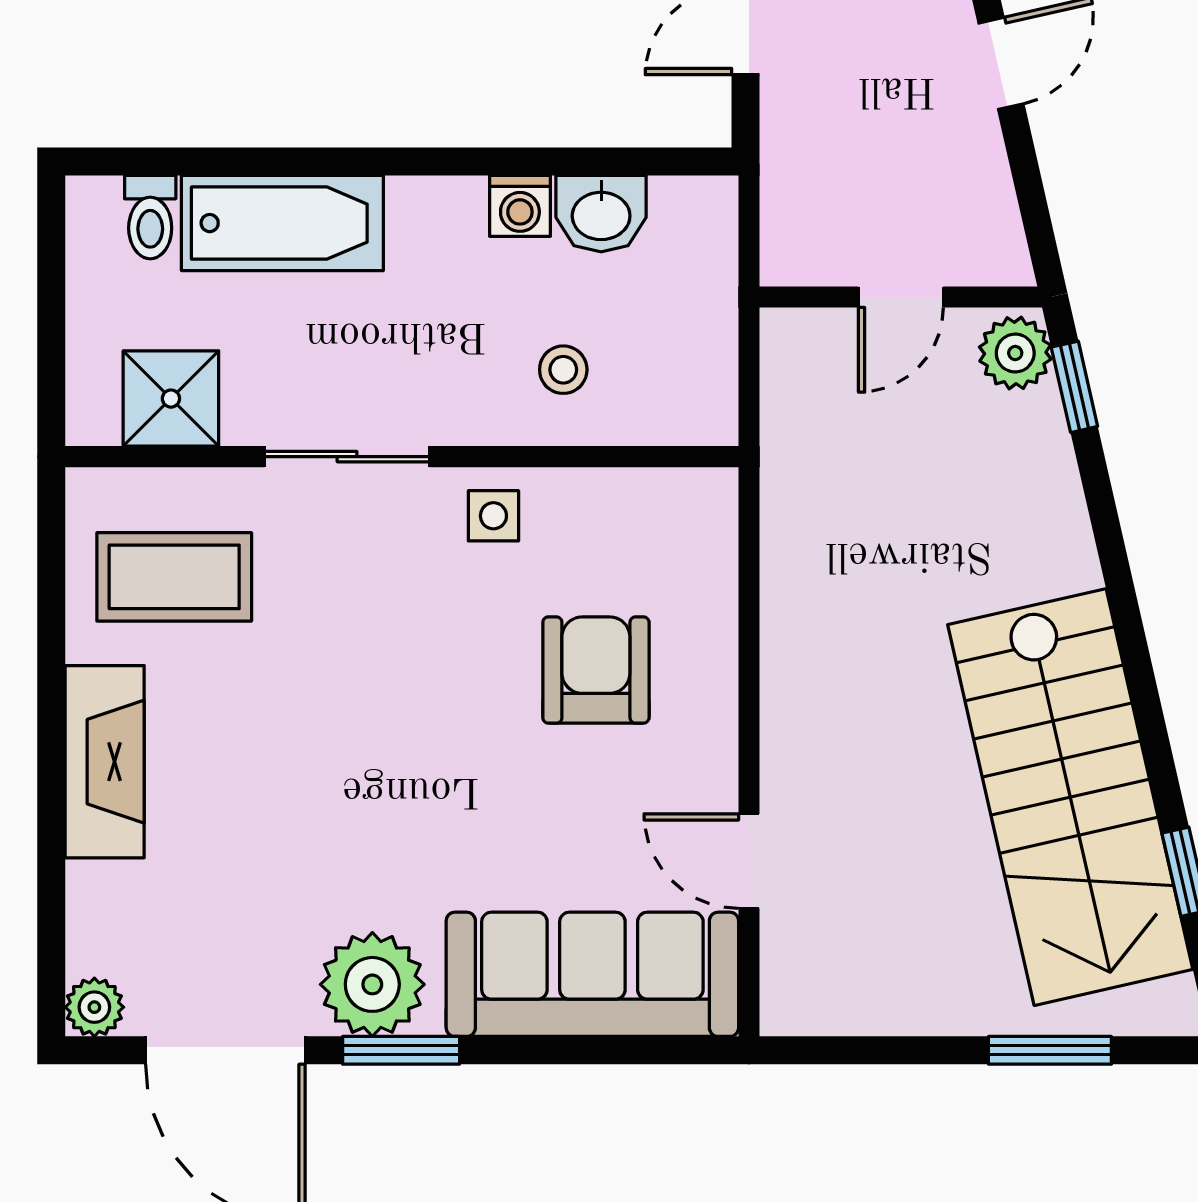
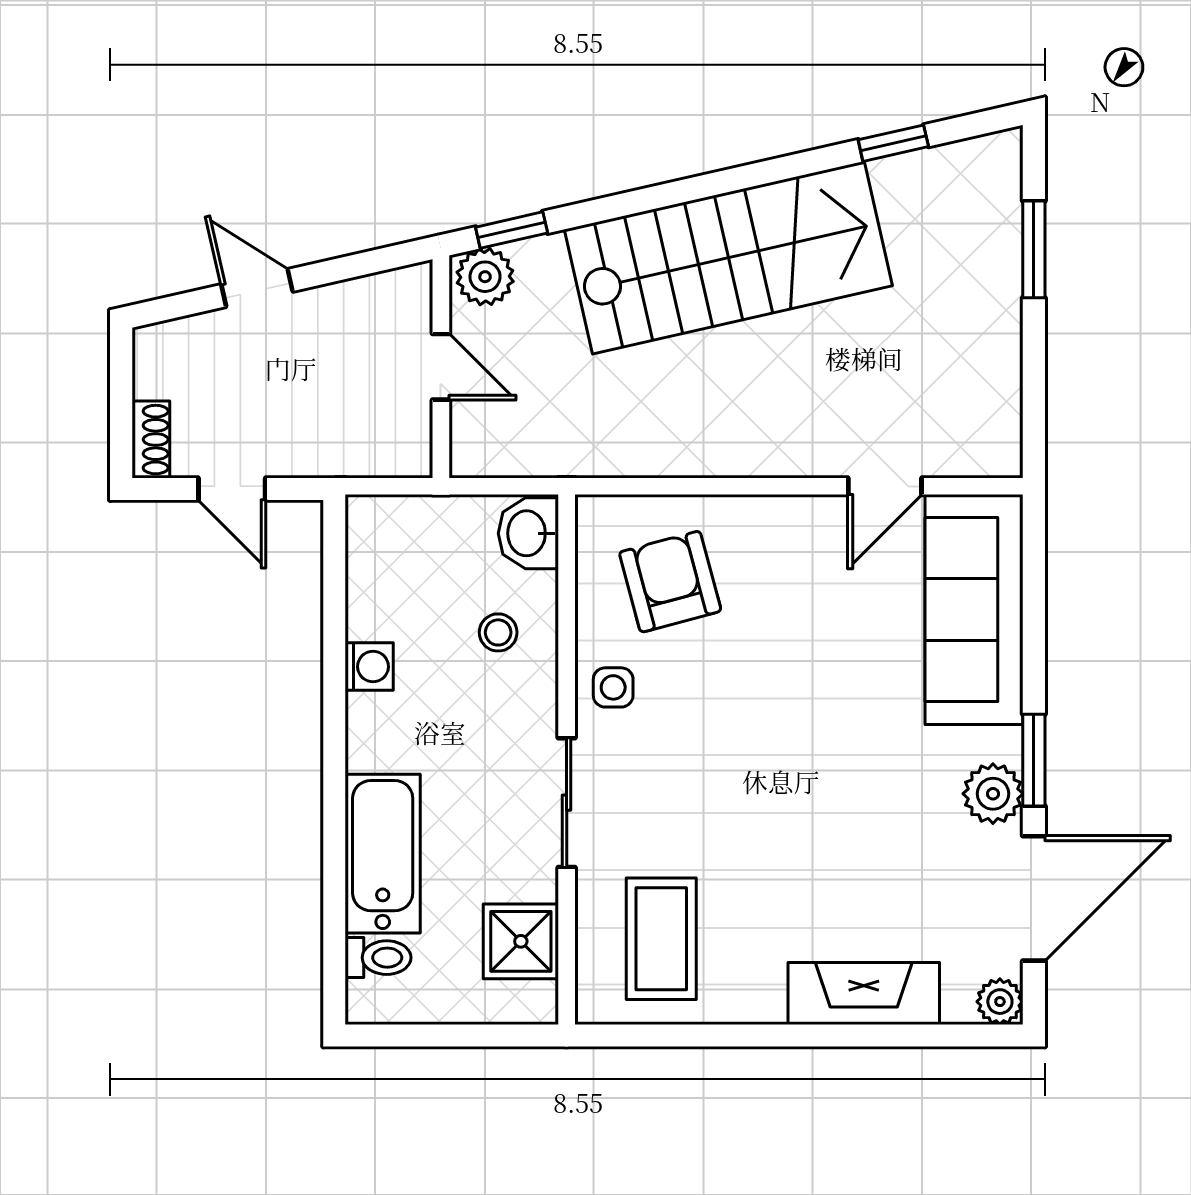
washbasin: (601, 214) -> (528, 533), moved, turned 180
armchair: (596, 670) -> (670, 582), moved, turned 75
fireplace: (105, 762) -> (864, 993), moved
stairs: (1070, 797) -> (728, 258), moved
plant: (372, 984) -> (993, 794), width x0.73, depth x0.73

